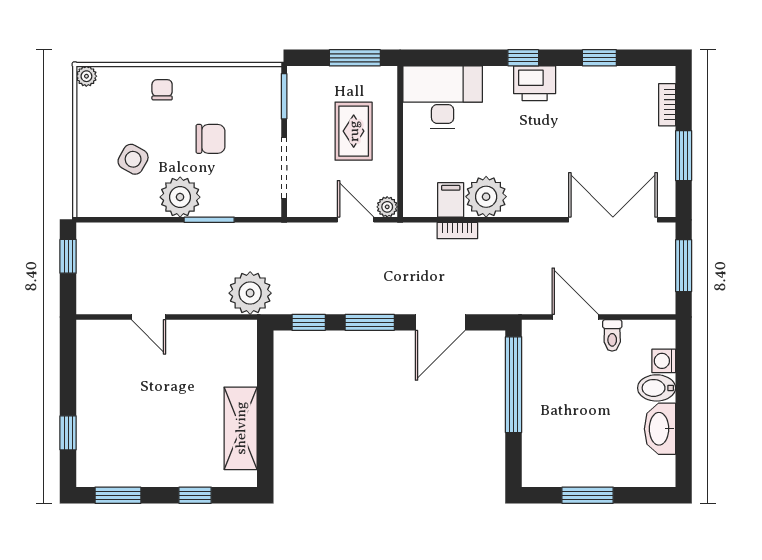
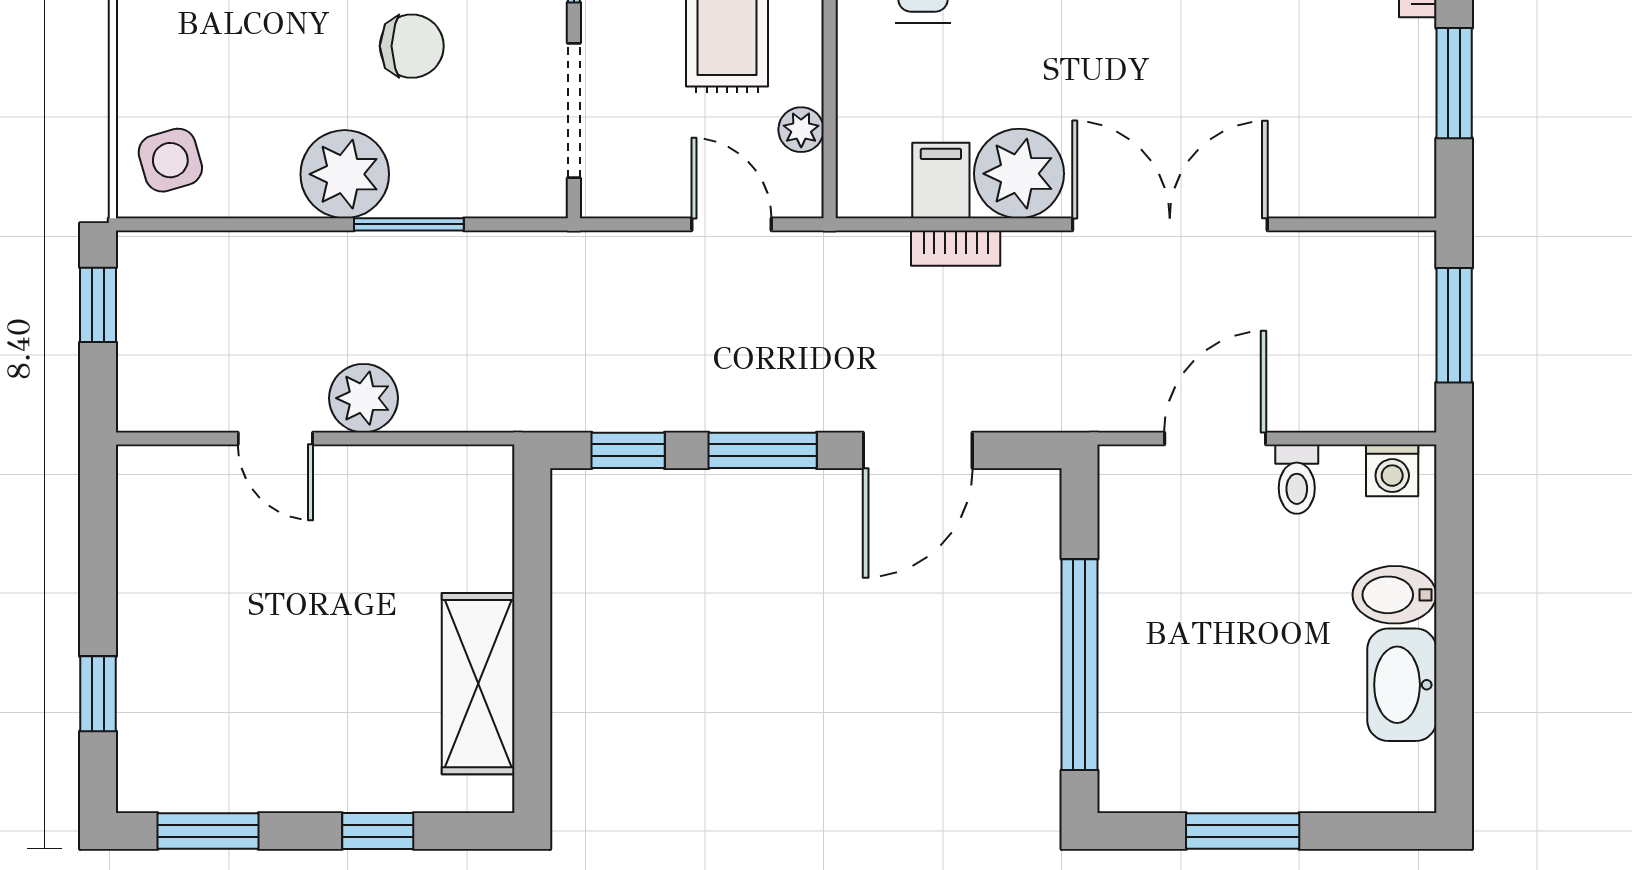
side table: (133, 159) -> (170, 160), moved, turned 45
plant: (387, 207) -> (801, 130), moved
double door: (613, 220) -> (1170, 224), moved
plant: (250, 293) -> (363, 398), moved, width x0.73, depth x0.73
door: (575, 317) -> (1215, 438), hinge flipped
washing machine: (664, 361) -> (1392, 470), moved, turned -90
window: (514, 385) -> (1079, 665), moved

